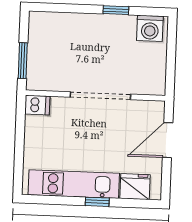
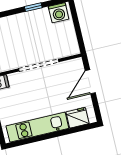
window: (97, 202) -> (56, 134), removed

